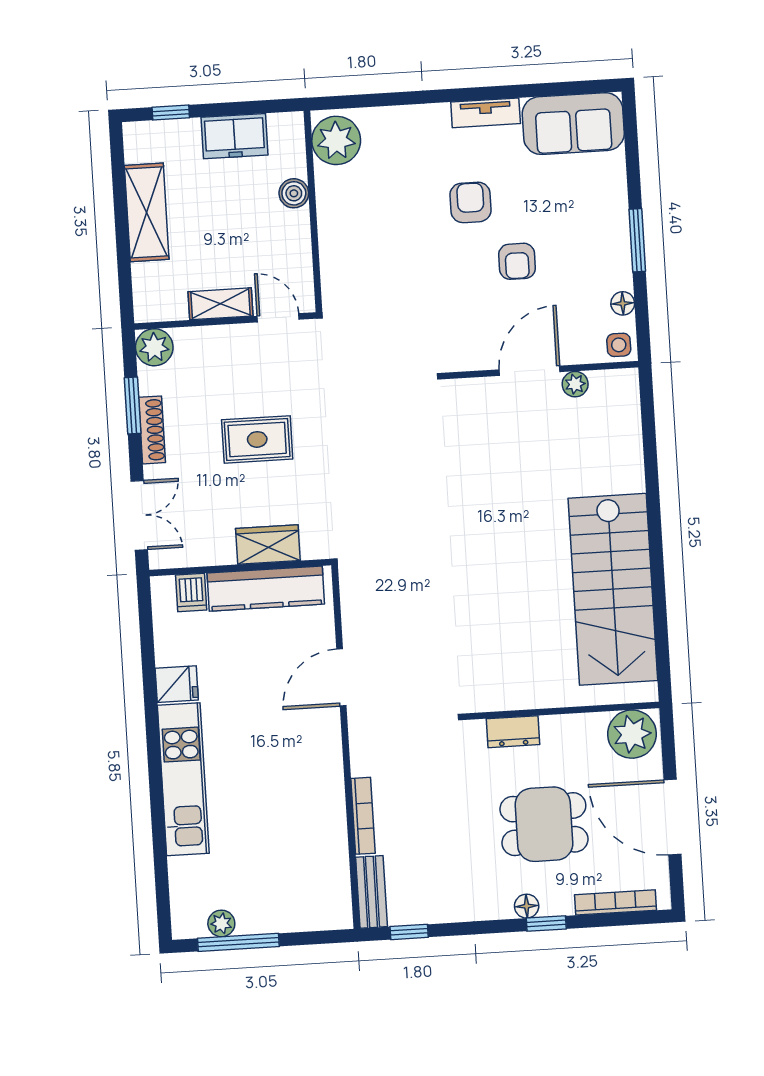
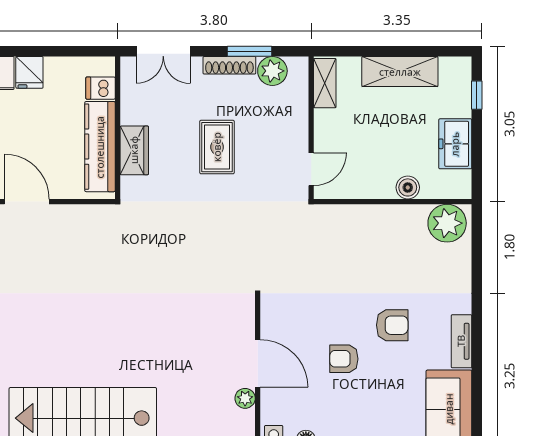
shelving: (221, 304) -> (325, 83), moved
plant: (154, 347) -> (272, 71), moved

